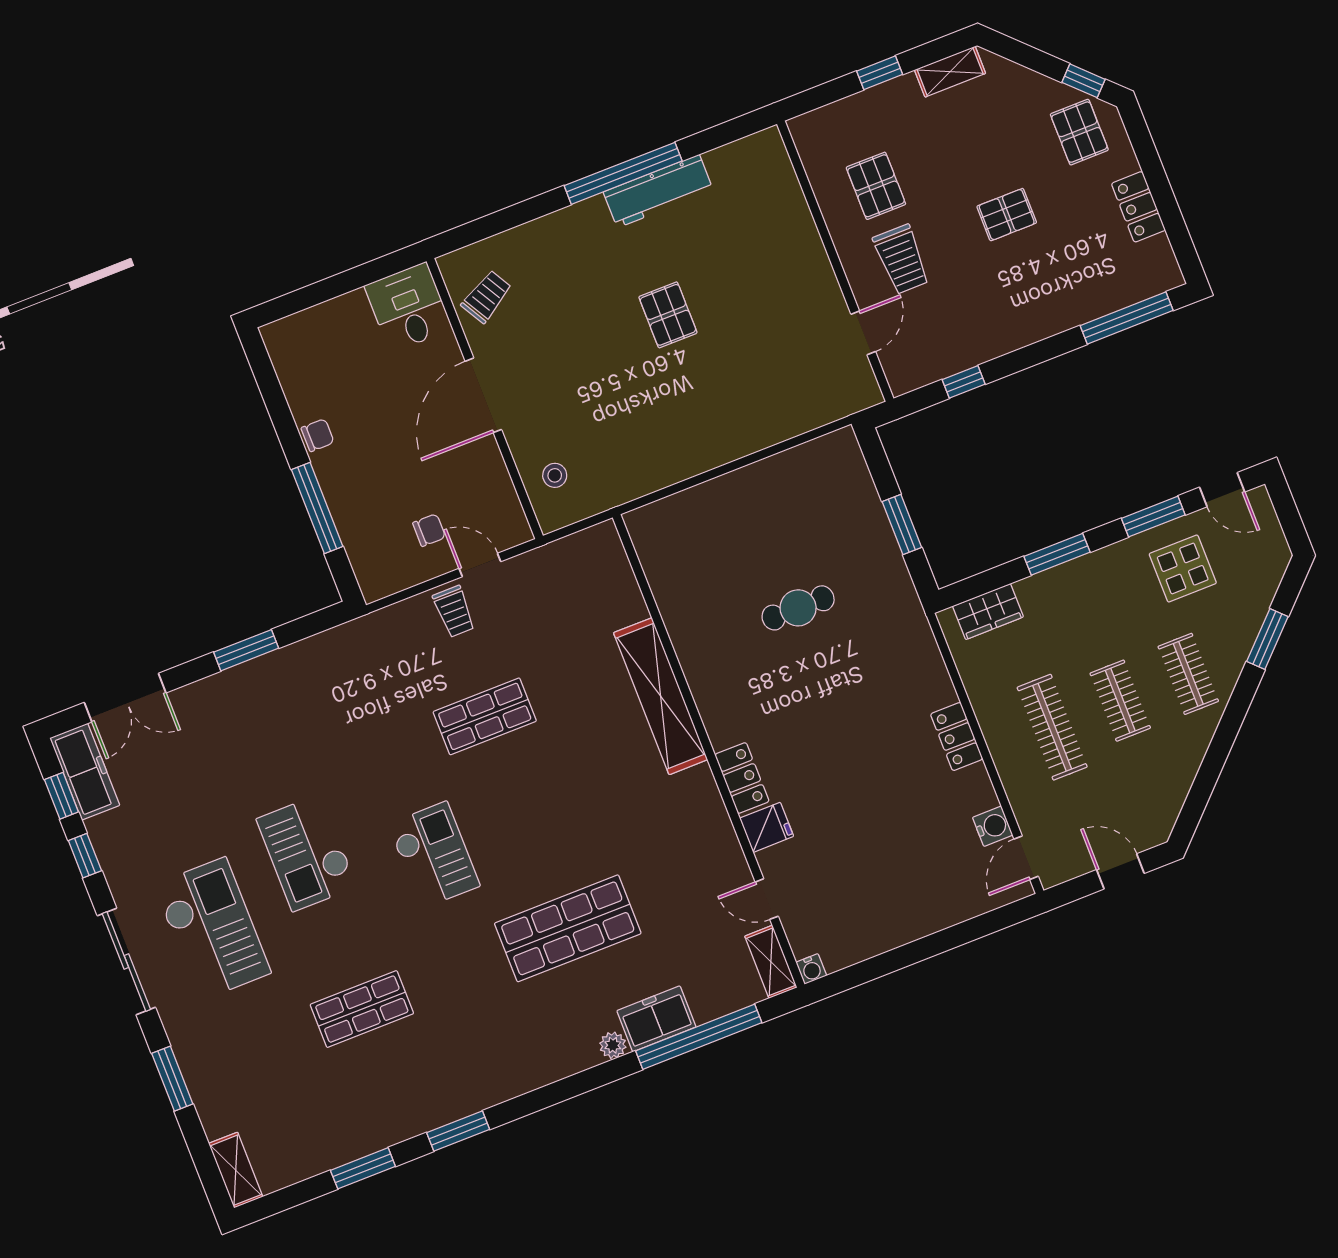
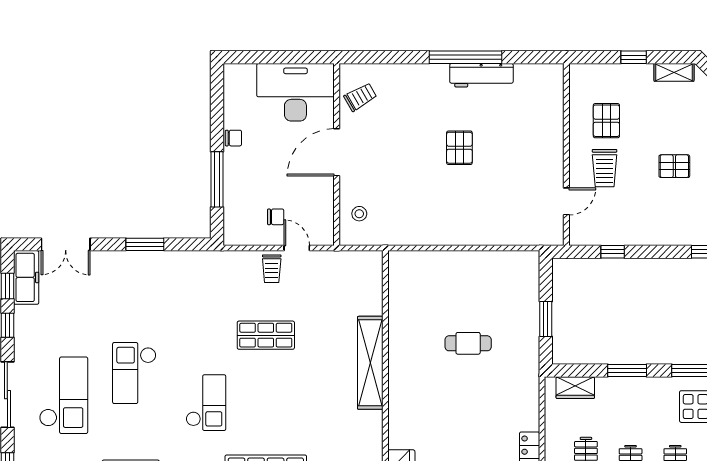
desk: (408, 307) -> (295, 92), width x1.87, depth x1.30
locker: (742, 778) -> (398, 427), removed

